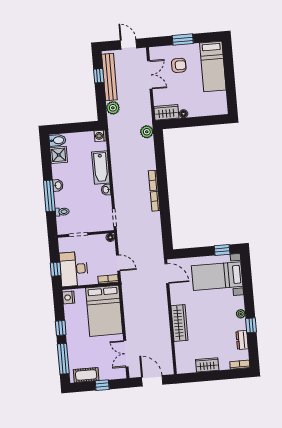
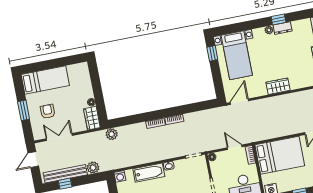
door: (118, 263) -> (235, 147), hinge flipped
wardrobe: (179, 323) -> (278, 86), width x0.67
dresser: (242, 340) -> (283, 28), moved

